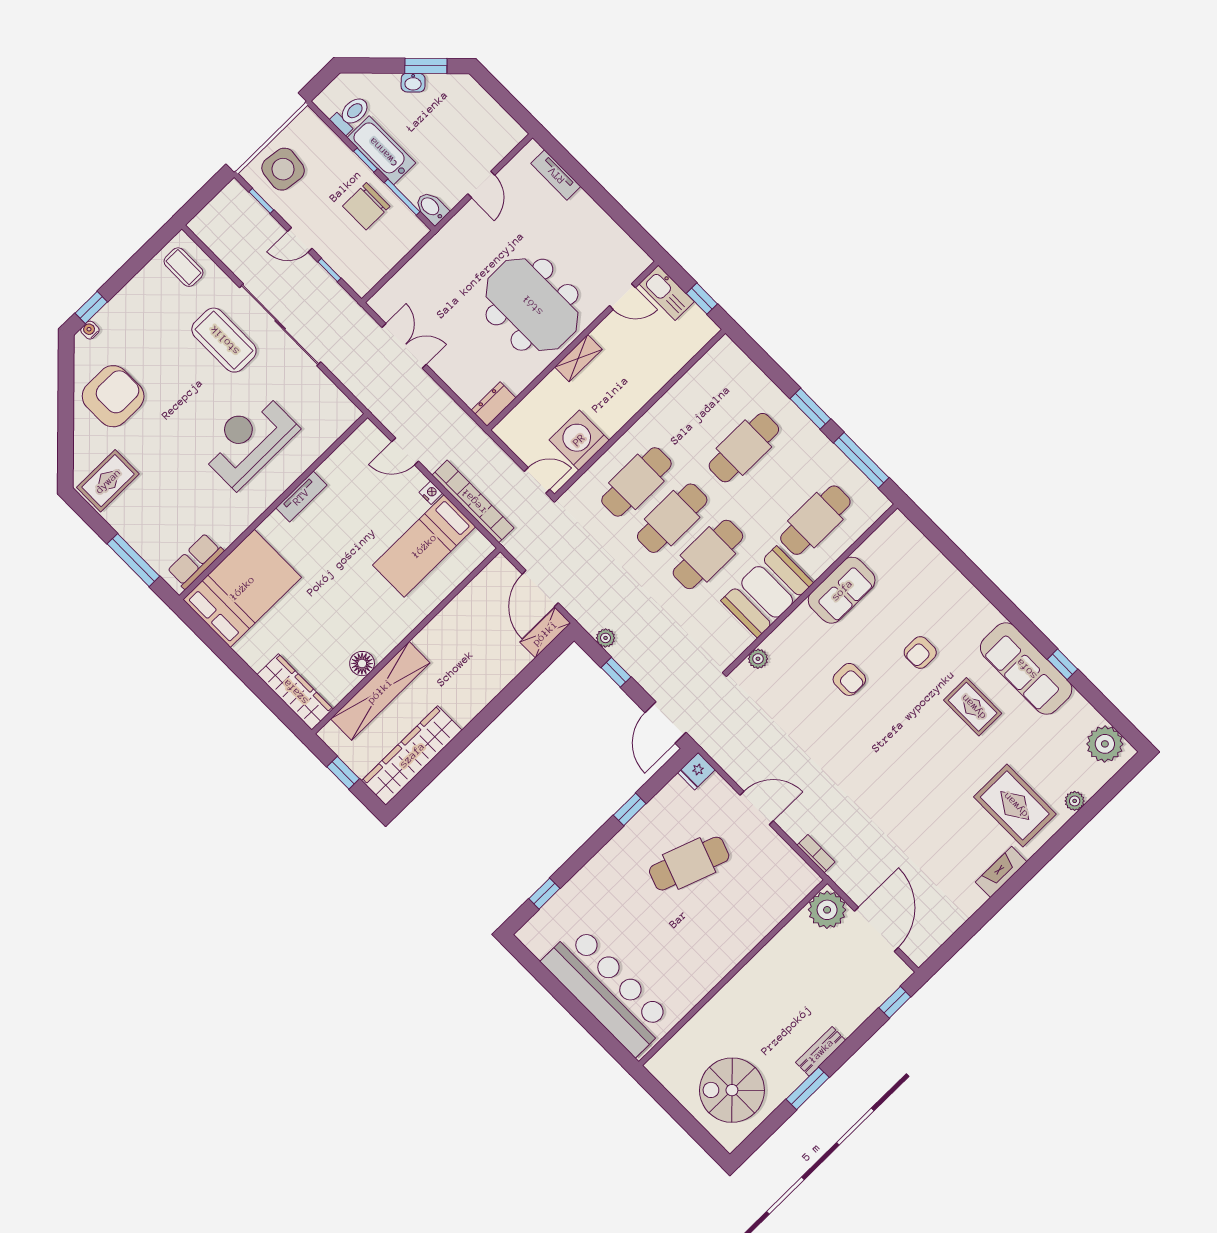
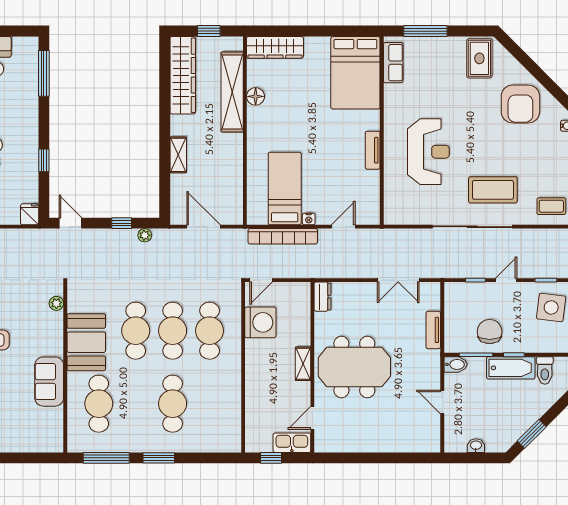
washbasin: (413, 83) -> (476, 446), moved, turned 45
tv unit: (556, 175) -> (433, 330), moved, turned -90
shelving: (545, 633) -> (178, 155), moved
door: (665, 722) -> (71, 223), width x0.73
window: (544, 894) -> (44, 73), width x2.17

